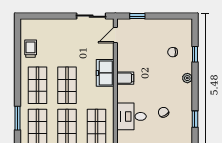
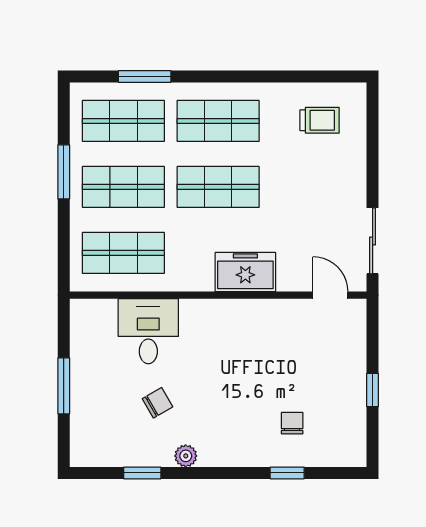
window: (137, 16) -> (373, 390), moved
trolley: (31, 49) -> (319, 120), moved
filing cabinet: (125, 78) -> (234, 317), removed
plant: (187, 78) -> (186, 456), moved

